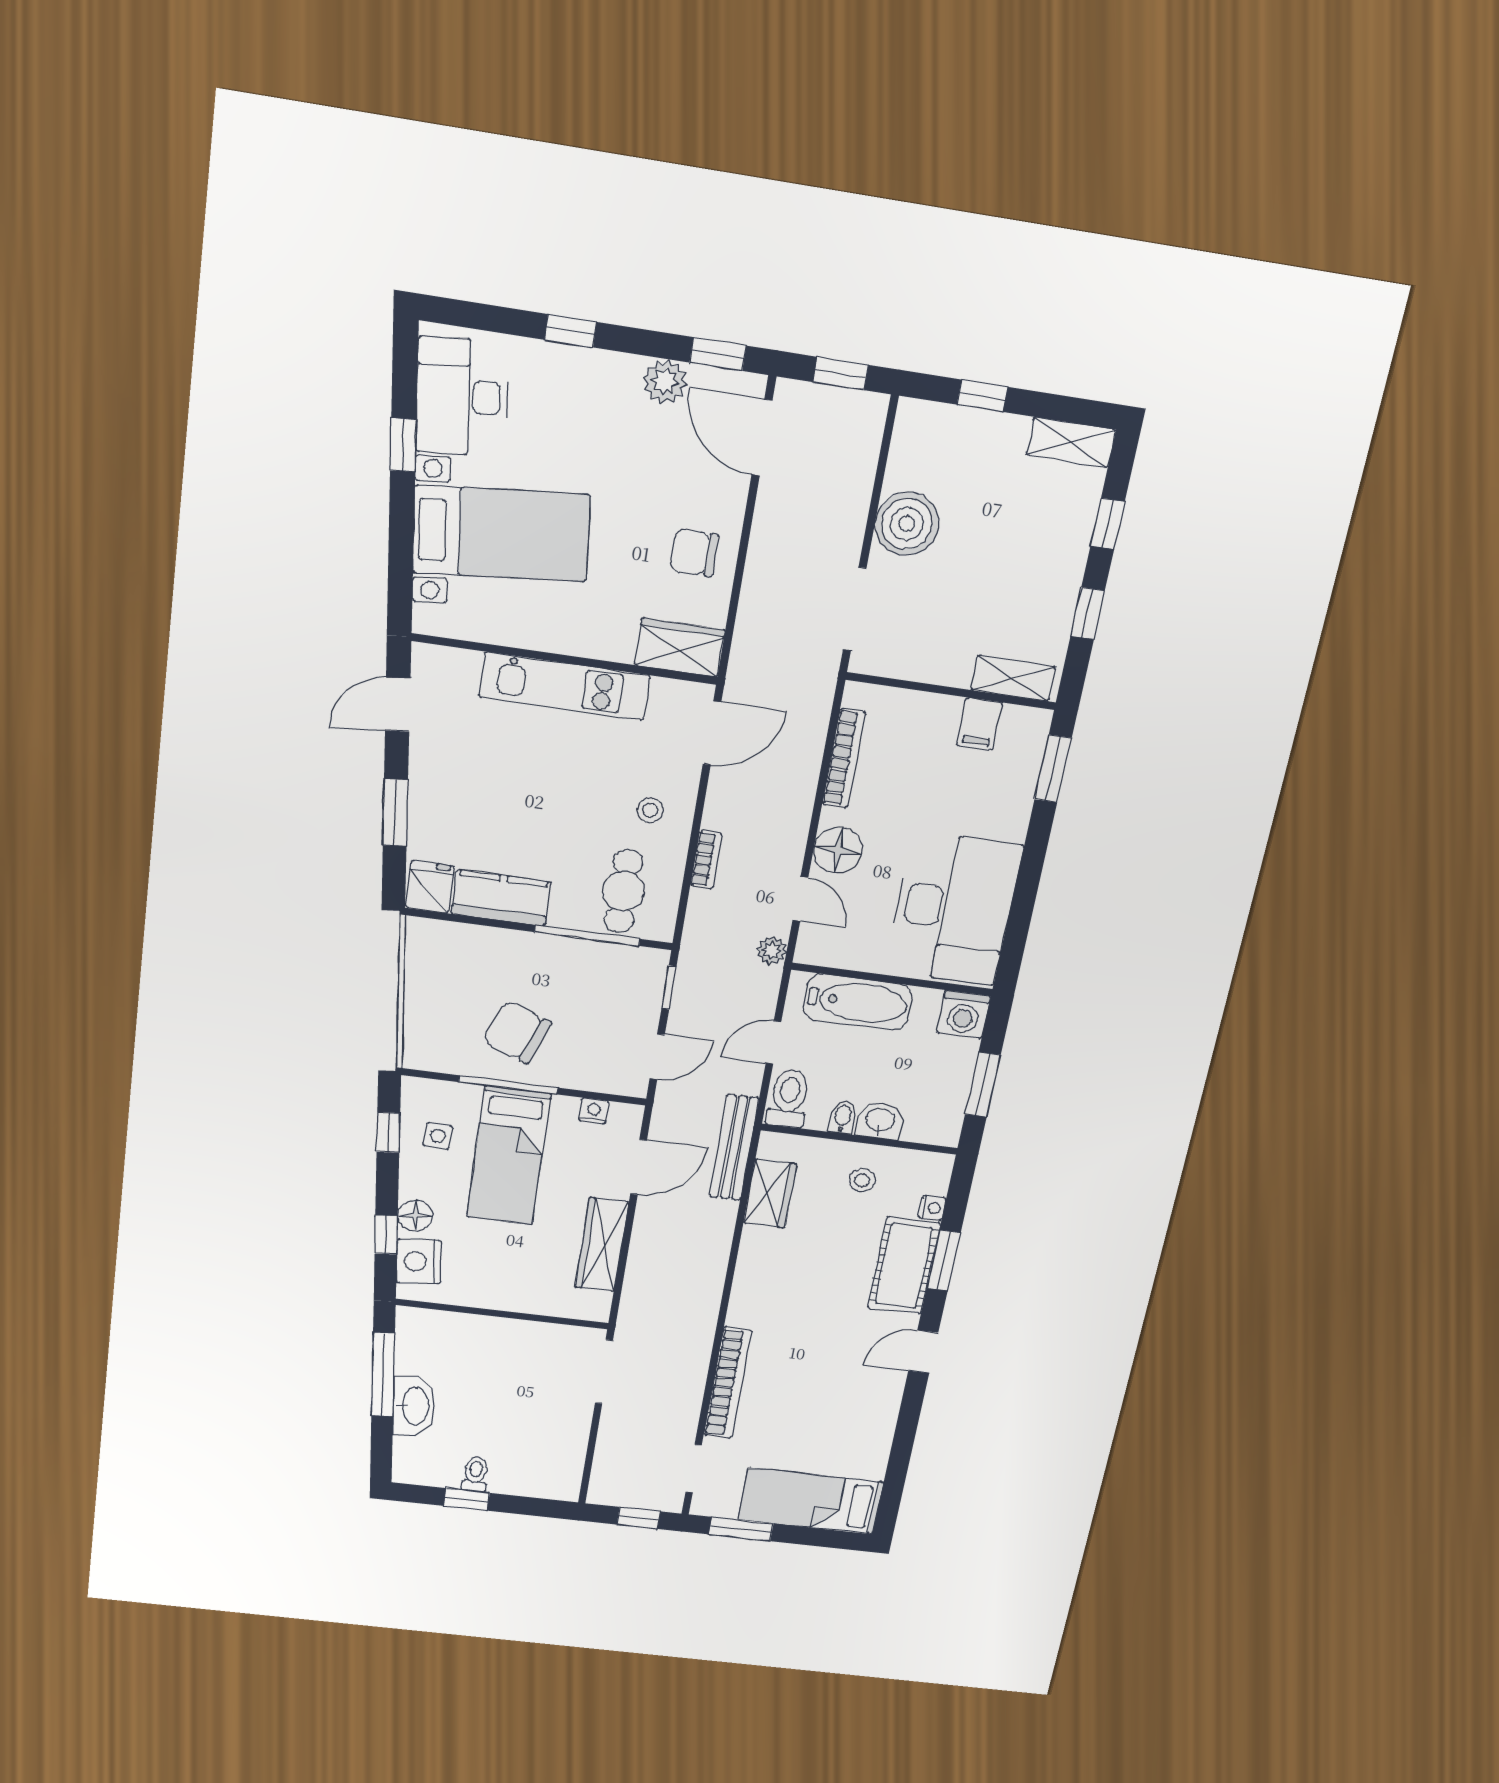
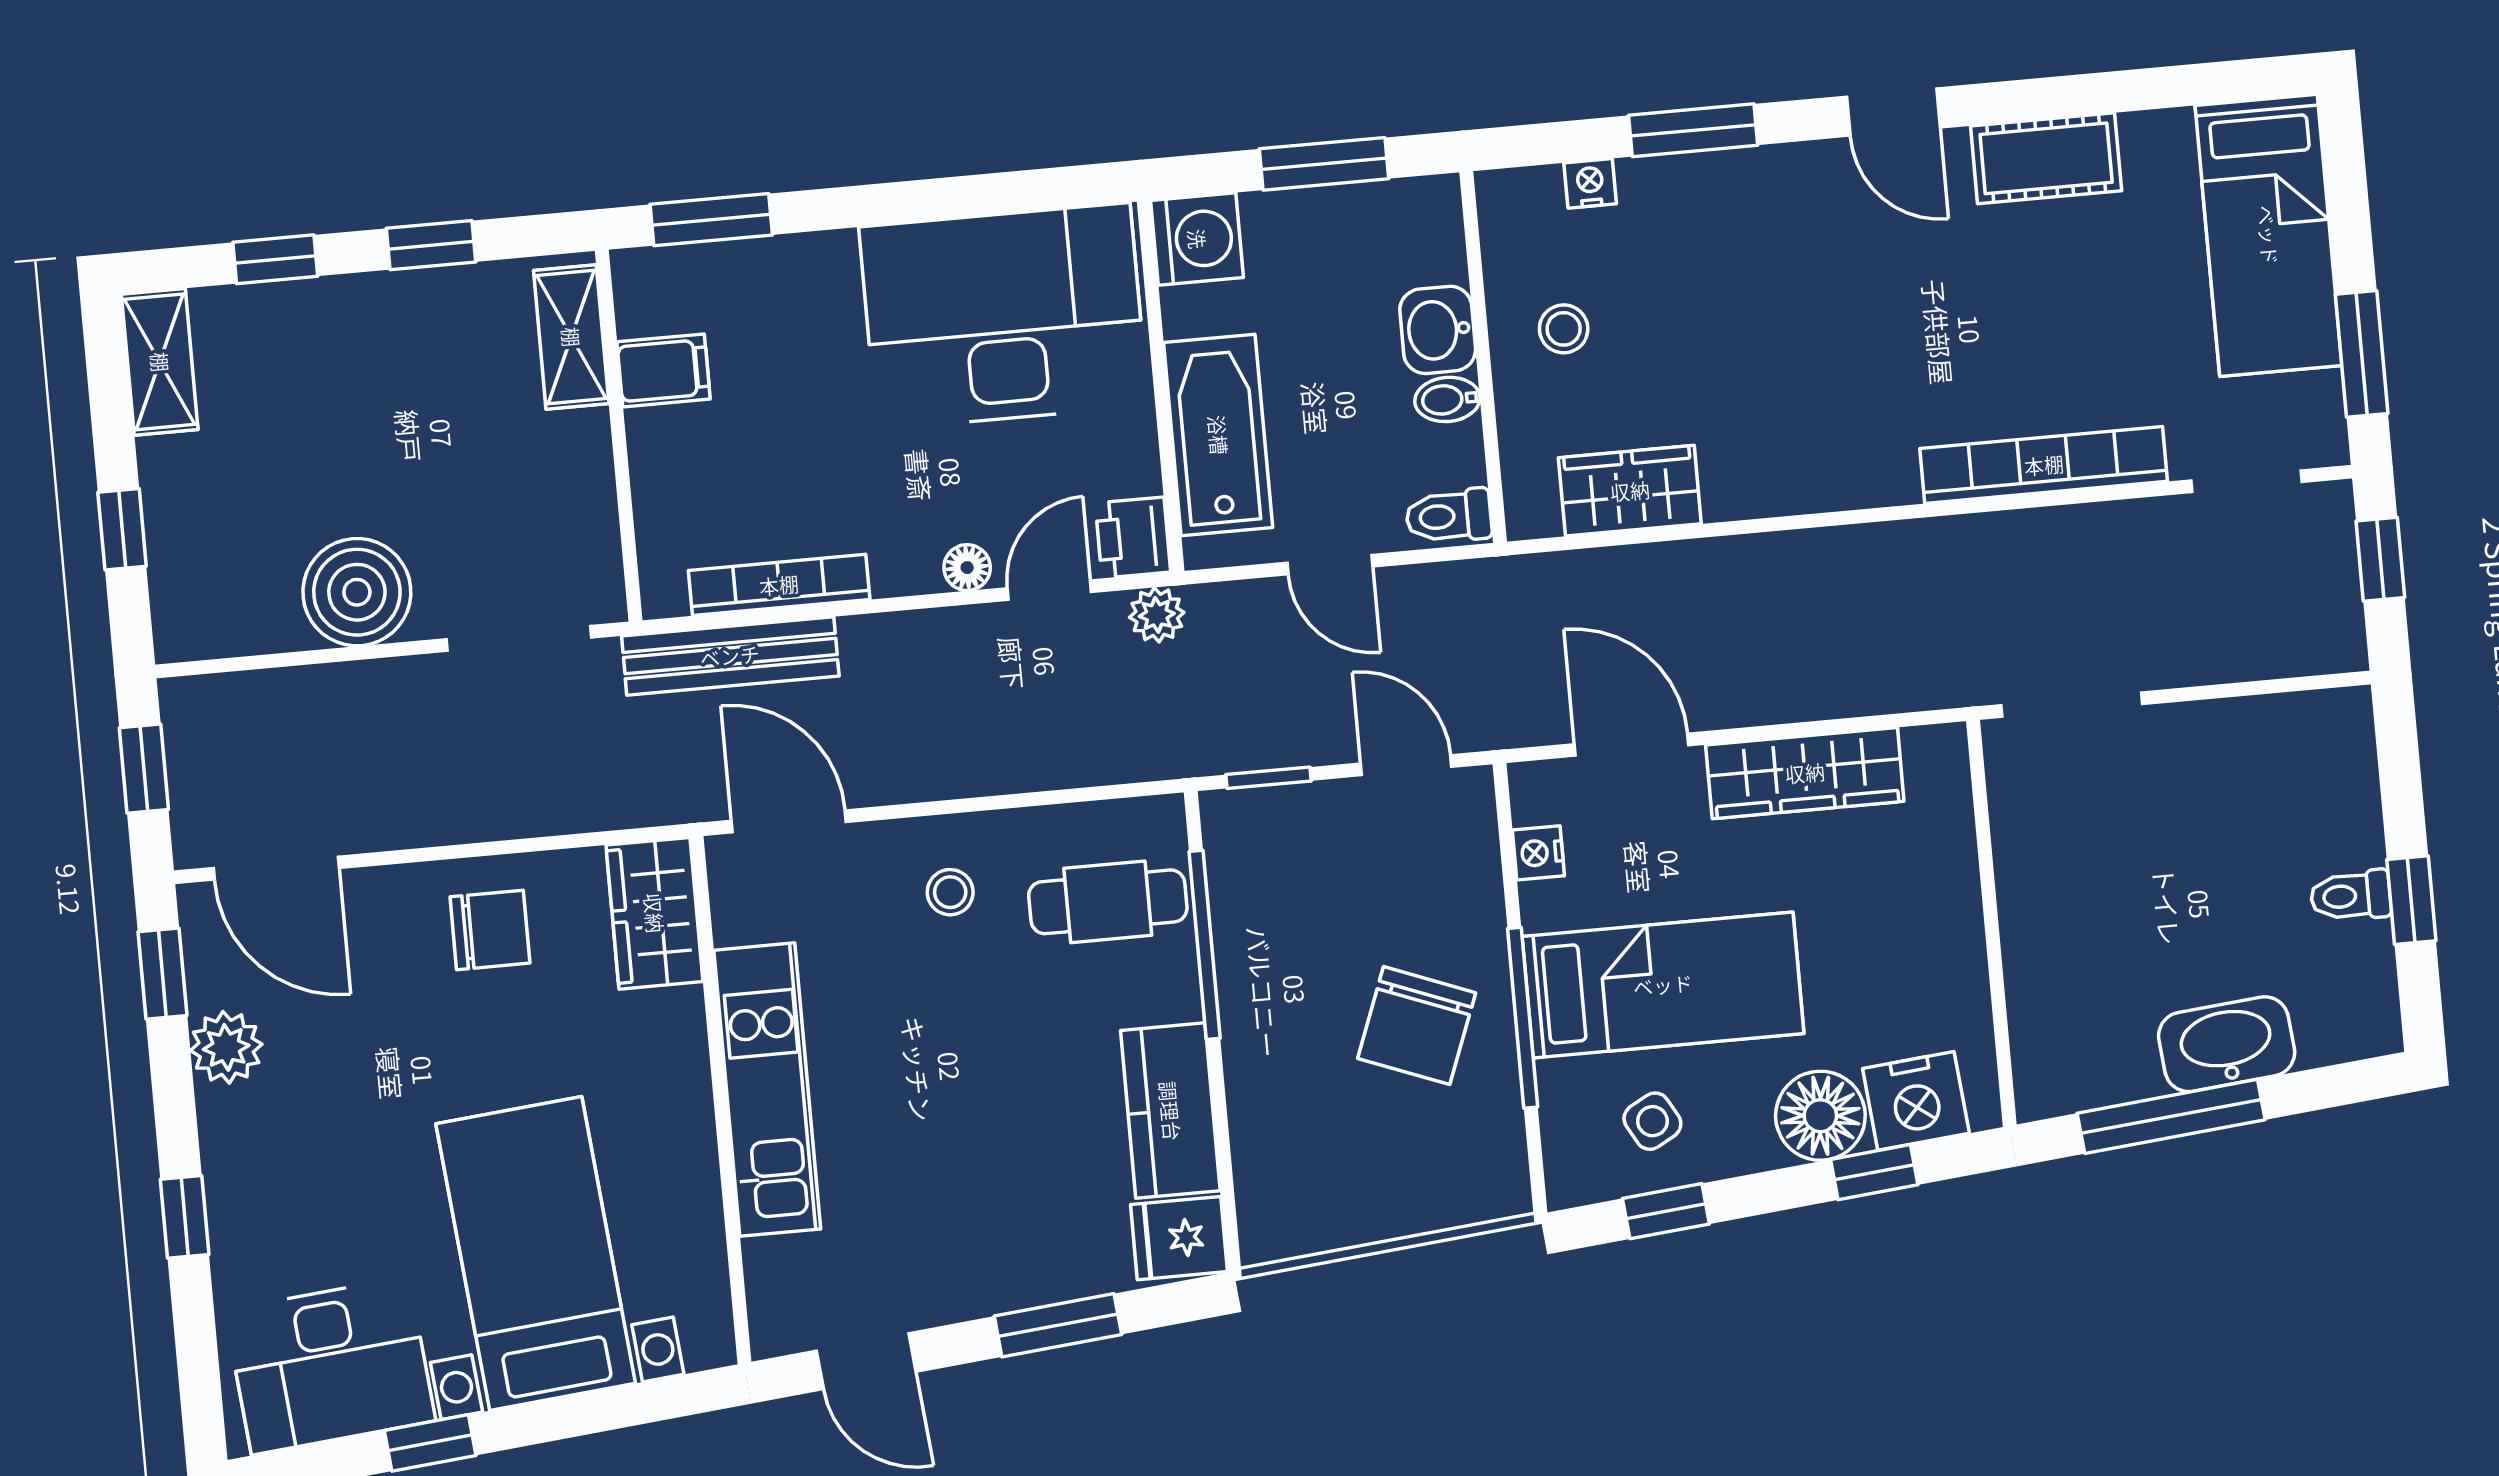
door: (762, 438) -> (276, 868), hinge flipped
chair: (694, 553) -> (490, 930), turned -90
floor lamp: (838, 850) -> (967, 568), width x0.53, depth x0.53
bookcase: (706, 860) -> (1016, 773), removed
printer: (816, 948) -> (1133, 538), added
toilet: (789, 1098) -> (1449, 516), width x0.73, depth x0.72
side table: (438, 1136) -> (1652, 1121), turned -33
bench: (734, 1147) -> (730, 656), moved
floor lamp: (415, 1216) -> (1820, 1116), width x1.38, depth x1.38
cot: (904, 1266) -> (2046, 158), moved, width x0.73, depth x0.75

